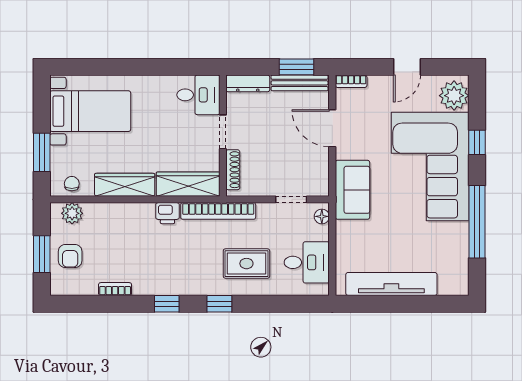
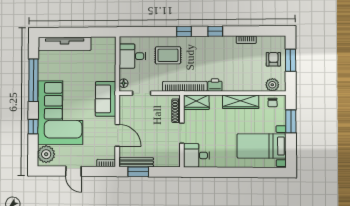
door: (407, 67) -> (73, 171), swing flipped
dresser: (248, 83) -> (167, 162), removed
wardrobe: (188, 184) -> (196, 102), width x0.67
tv unit: (391, 284) -> (65, 44), moved

